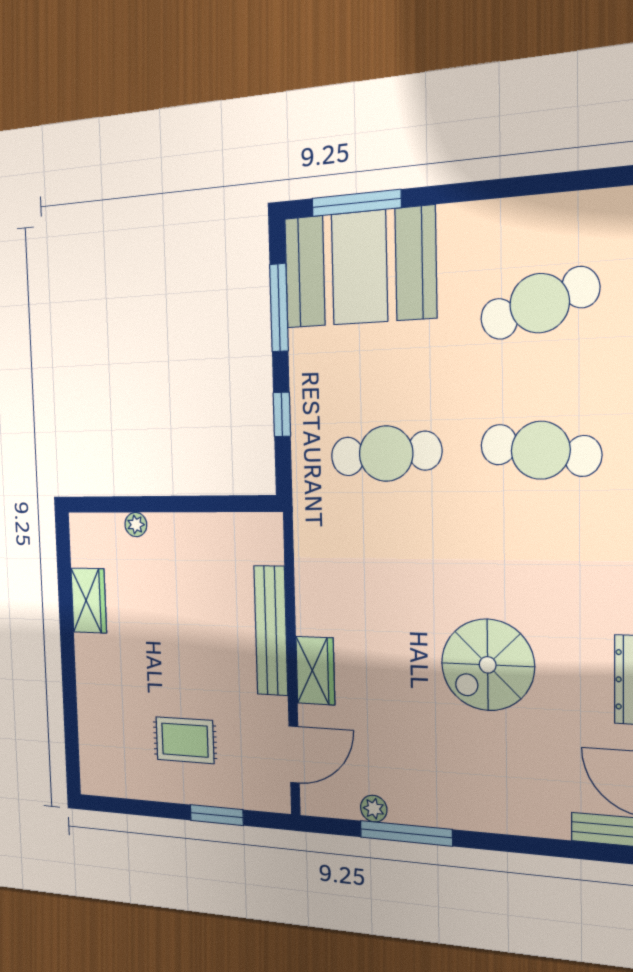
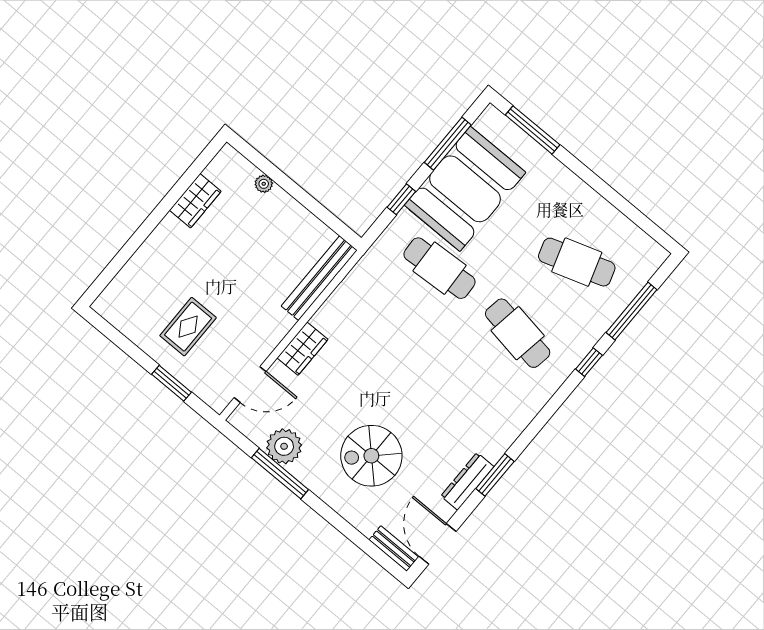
booth: (359, 268) -> (465, 189), moved, turned 90
bench: (271, 631) -> (319, 278), moved
spiral stairs: (488, 665) -> (371, 456), moved
rug: (185, 740) -> (188, 327), turned 90
plant: (374, 809) -> (284, 446), width x1.87, depth x1.87

